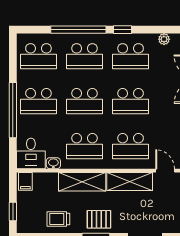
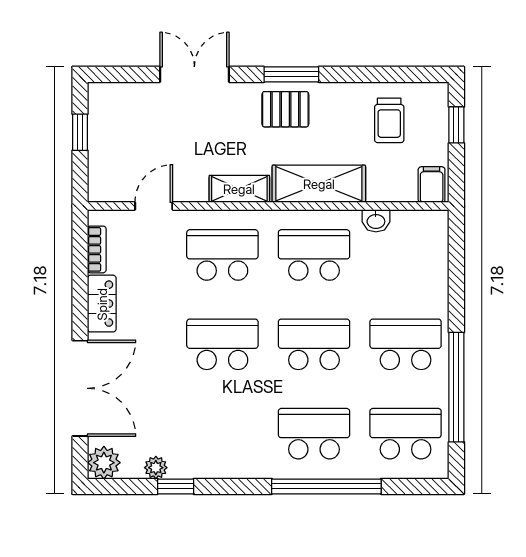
window: (122, 30) -> (176, 486), moved
school desk: (131, 56) -> (222, 434), removed
window: (13, 110) -> (456, 387), moved
desk: (31, 153) -> (421, 240), removed
door: (165, 171) -> (154, 206), swing flipped
shelving: (130, 182) -> (239, 189), width x0.67, depth x0.75
trolley: (58, 219) -> (389, 120), moved, turned 90

